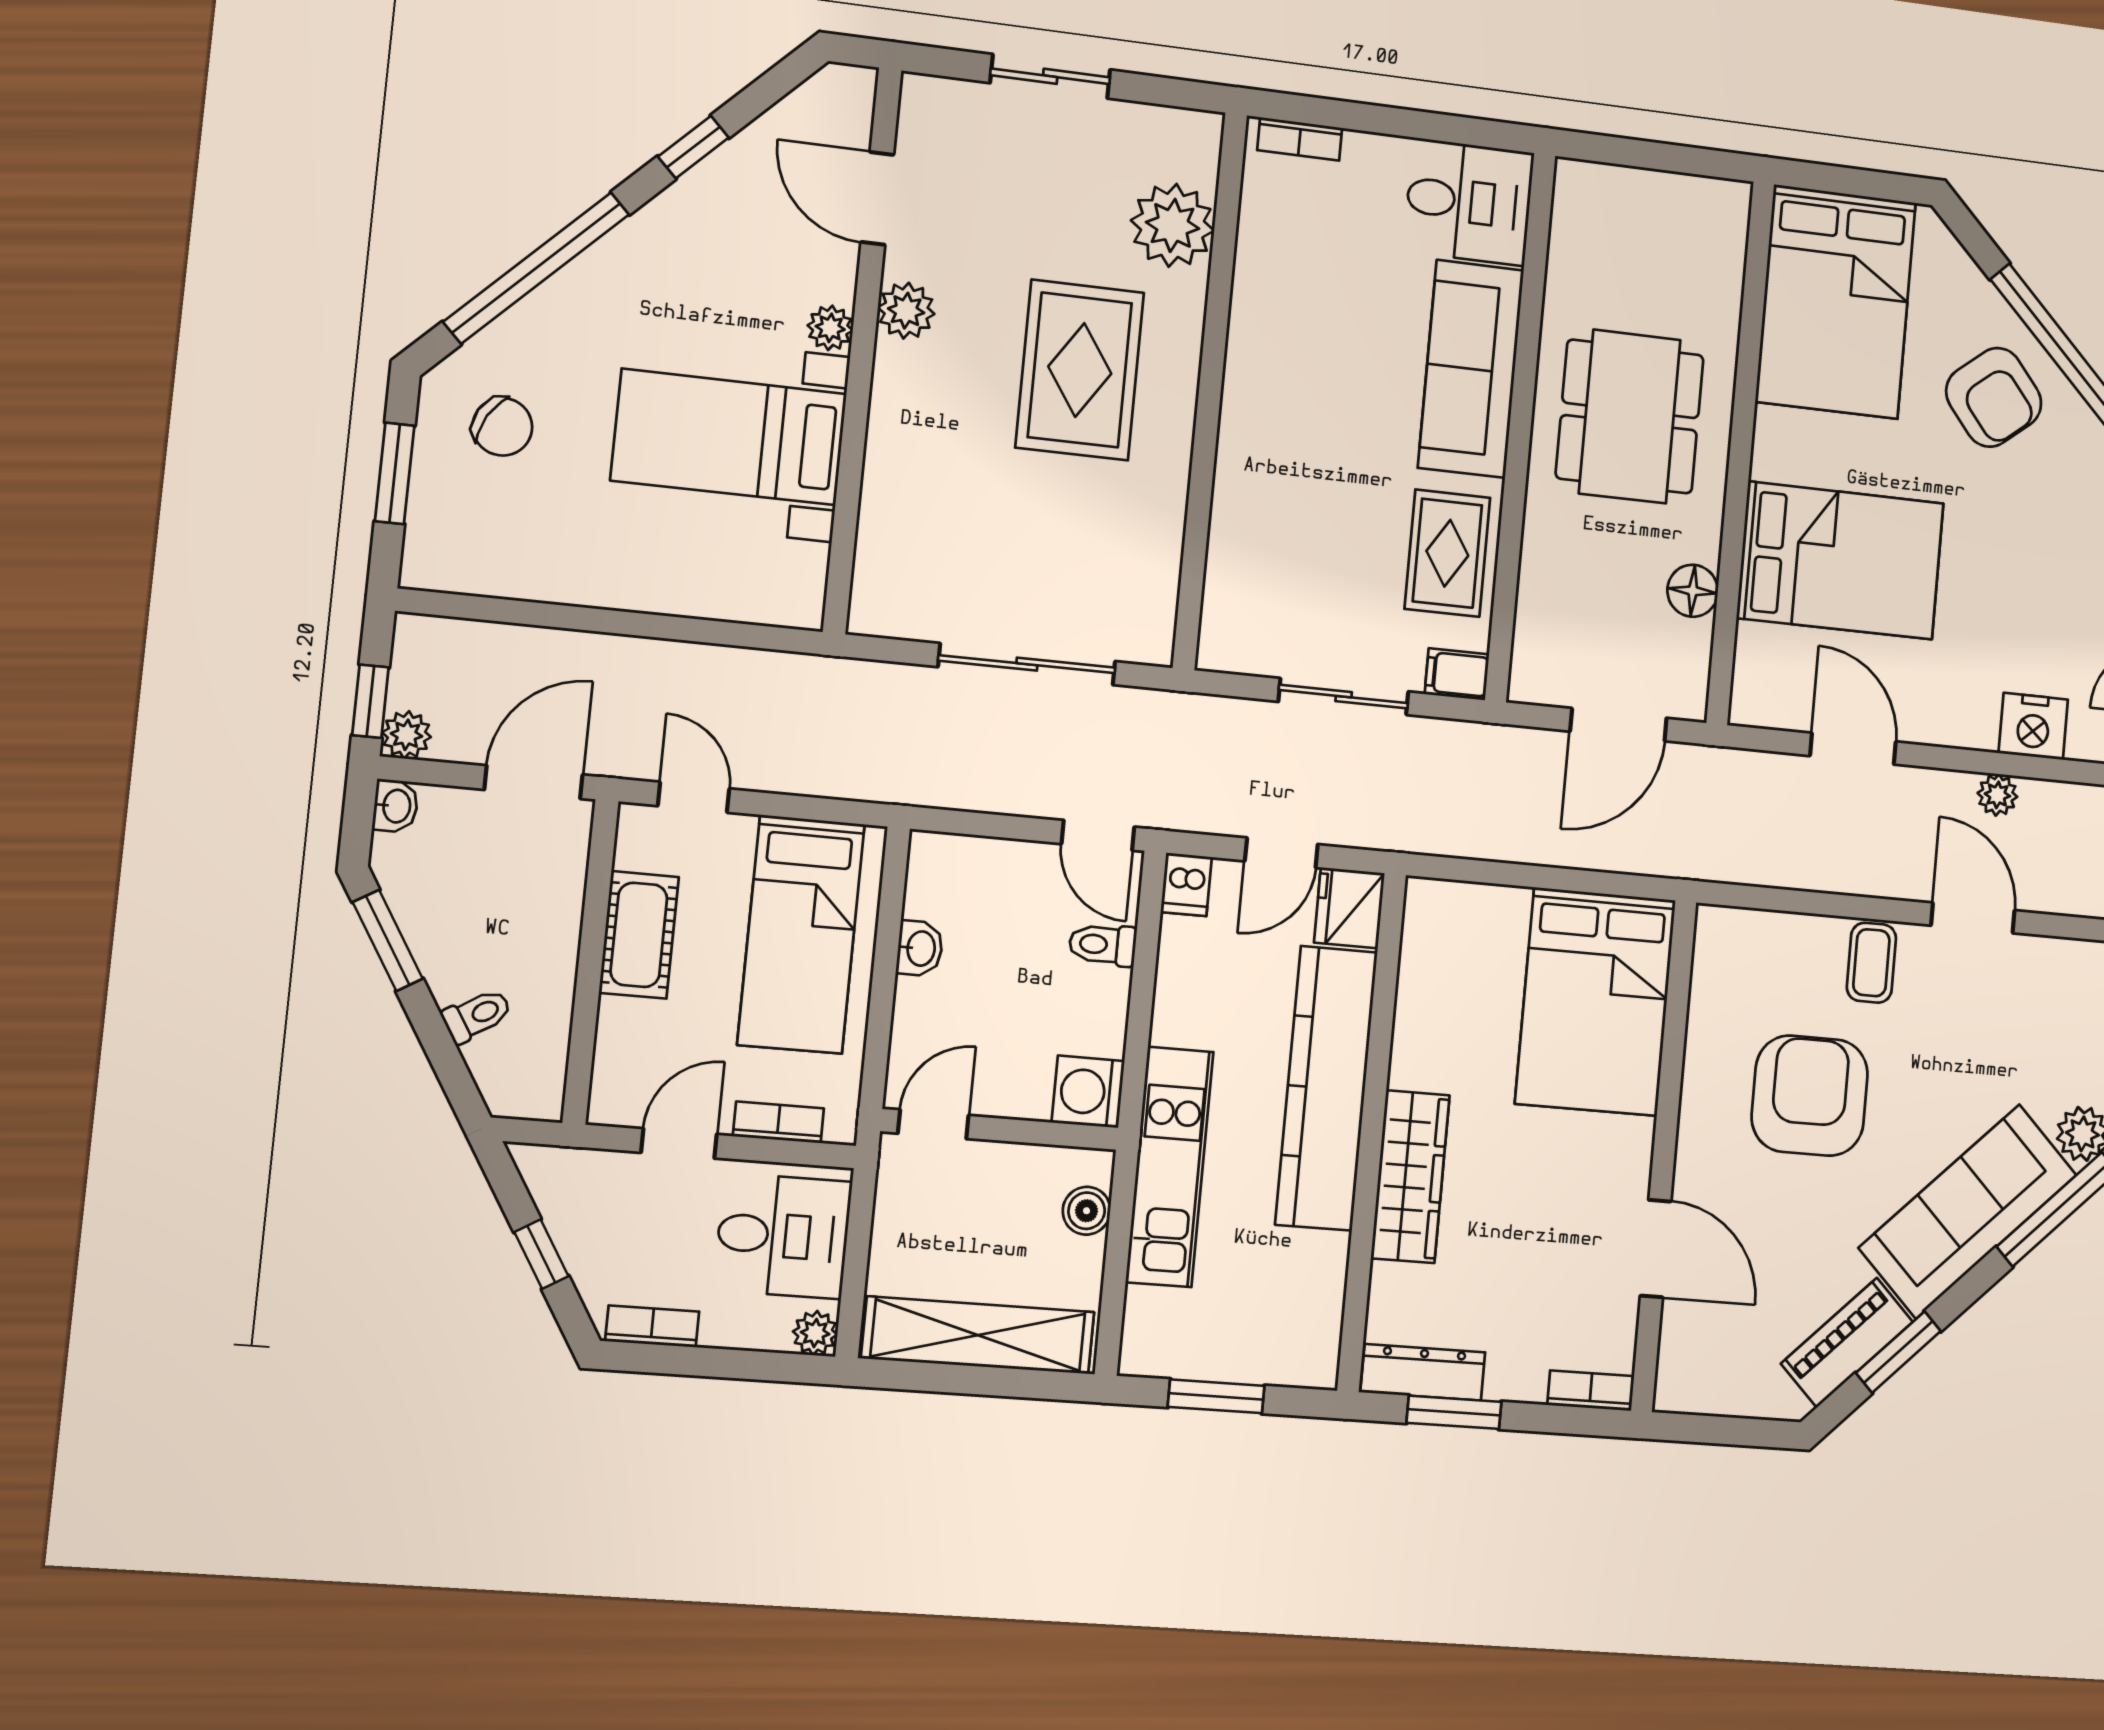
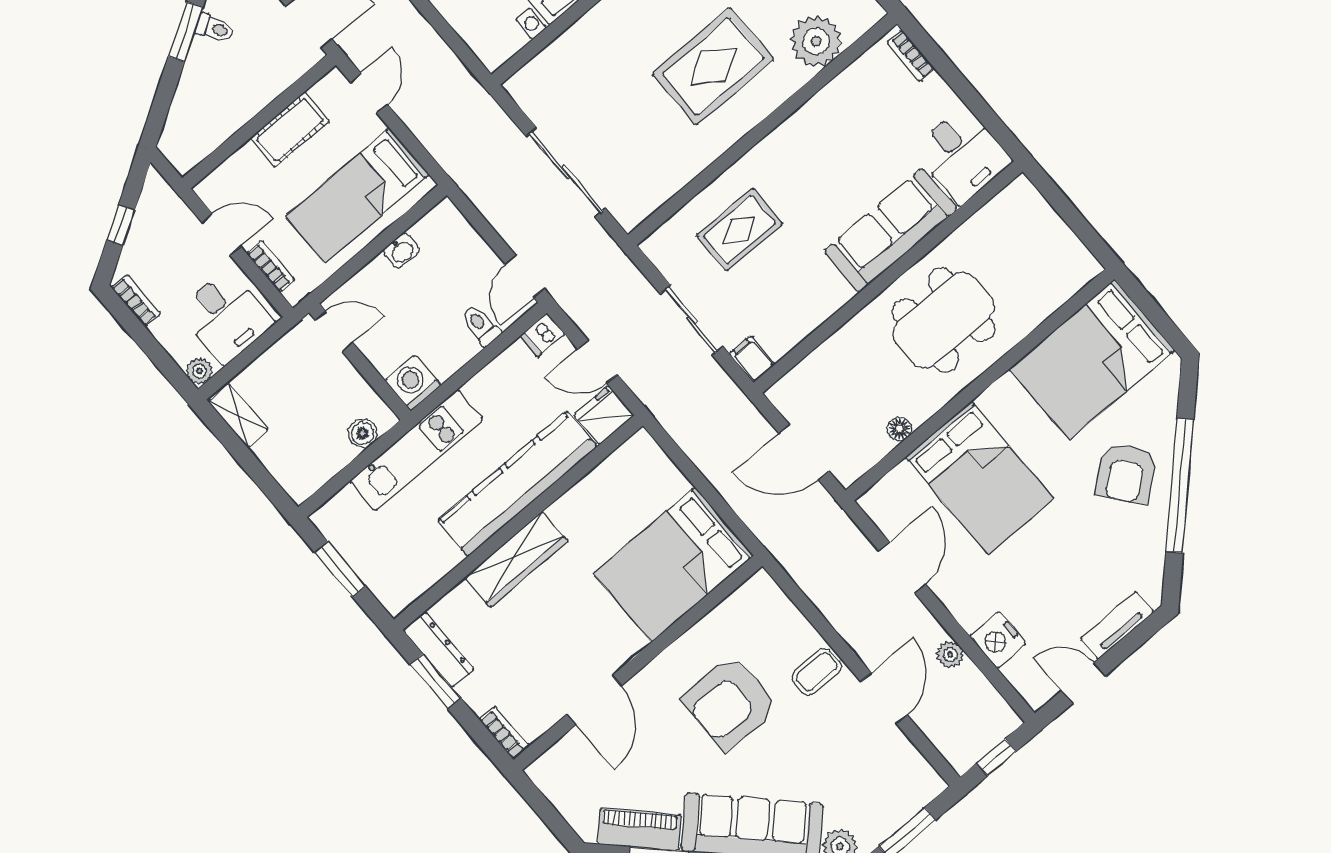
rug: (1447, 553) -> (739, 230), moved
floor lamp: (1693, 591) -> (900, 429), width x0.73, depth x0.73
toilet: (477, 1015) -> (215, 28), moved
armchair: (1810, 1096) -> (730, 703), turned 180
shelving: (978, 1335) -> (238, 415), width x0.45, depth x0.75

